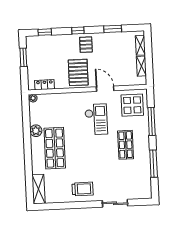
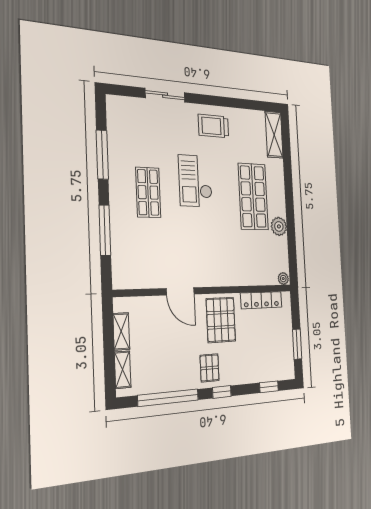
window: (113, 29) -> (168, 398), width x2.11
locker: (45, 85) -> (261, 300), width x1.53
display table: (132, 105) -> (137, 261), removed
checkout: (96, 119) -> (195, 181), moved

